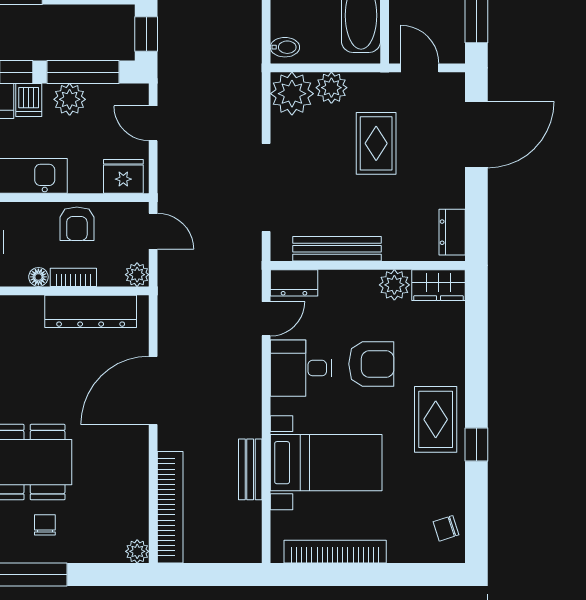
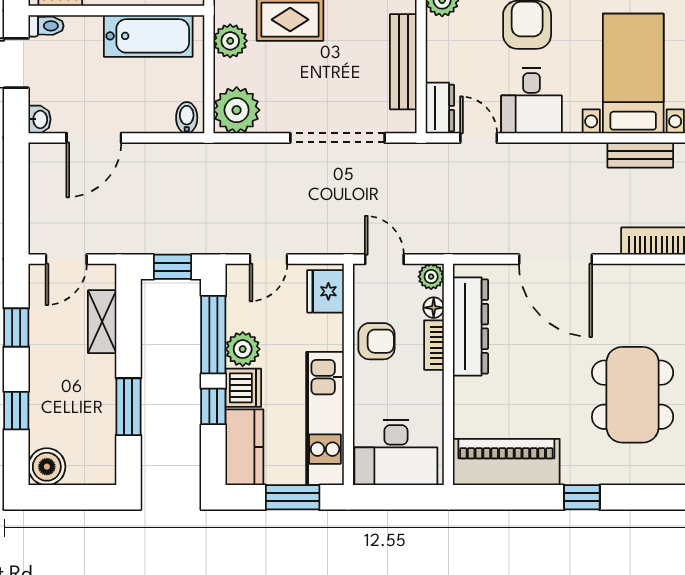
plant: (331, 88) -> (230, 41), moved
dishwasher: (29, 100) -> (243, 388), width x1.38
door: (153, 231) -> (384, 259), hinge flipped
floor lamp: (38, 277) -> (434, 308), moved

